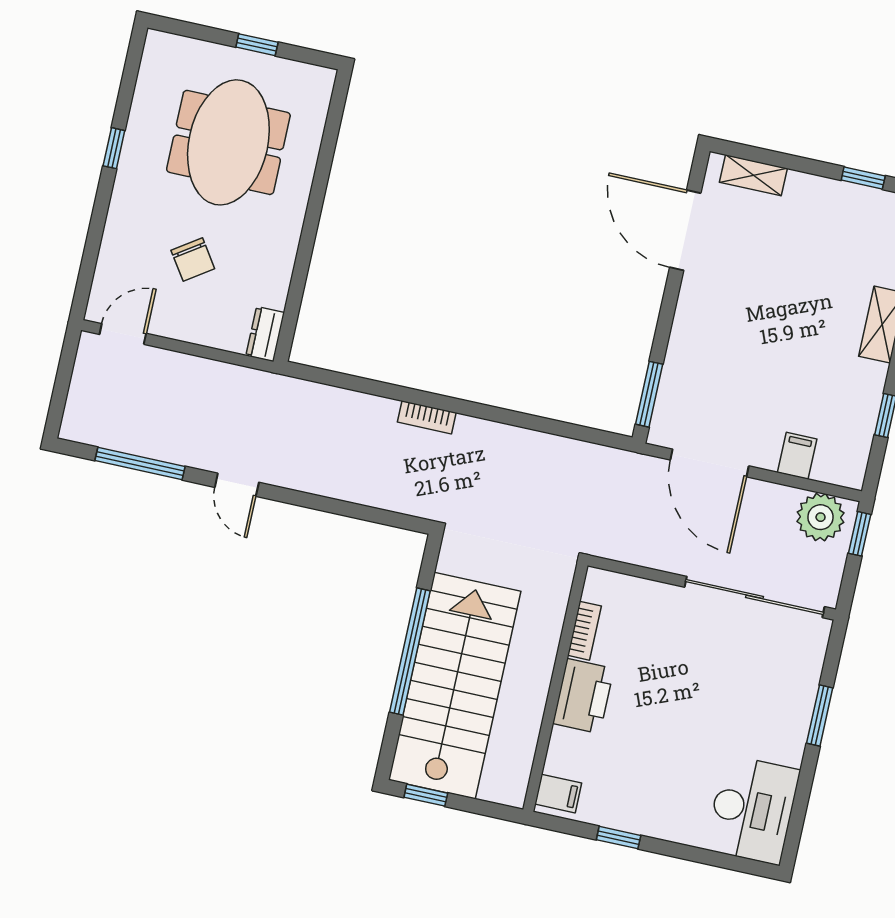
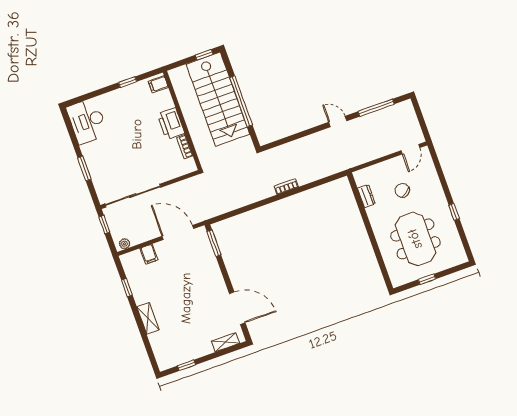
dresser: (265, 334) -> (366, 196), moved
plant: (821, 517) -> (125, 244), width x0.53, depth x0.53
window: (860, 534) -> (104, 224), moved

